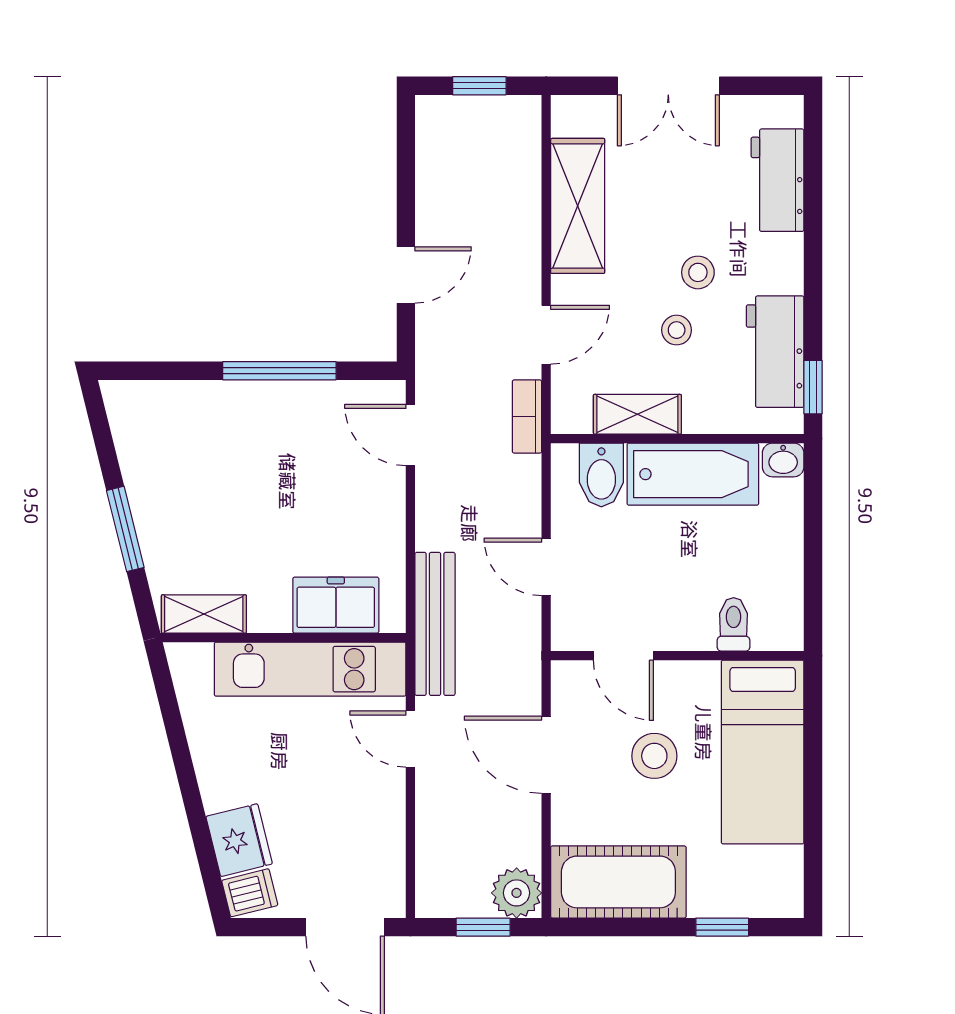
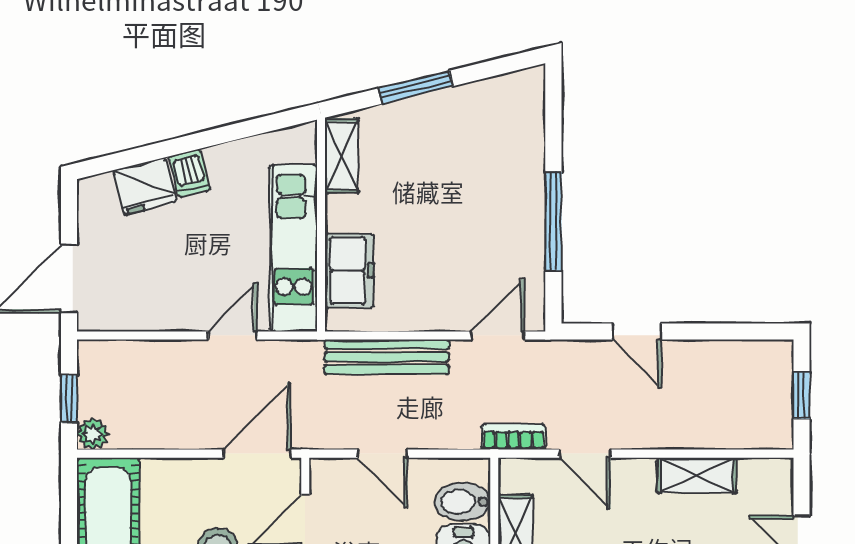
shelving: (578, 206) -> (697, 475), width x0.67, depth x0.75
door: (546, 567) -> (383, 454), swing flipped
bench: (435, 624) -> (387, 357), moved
door: (546, 755) -> (257, 454), moved
dishwasher: (250, 893) -> (189, 173), moved
plant: (517, 893) -> (93, 434), width x0.73, depth x0.73

